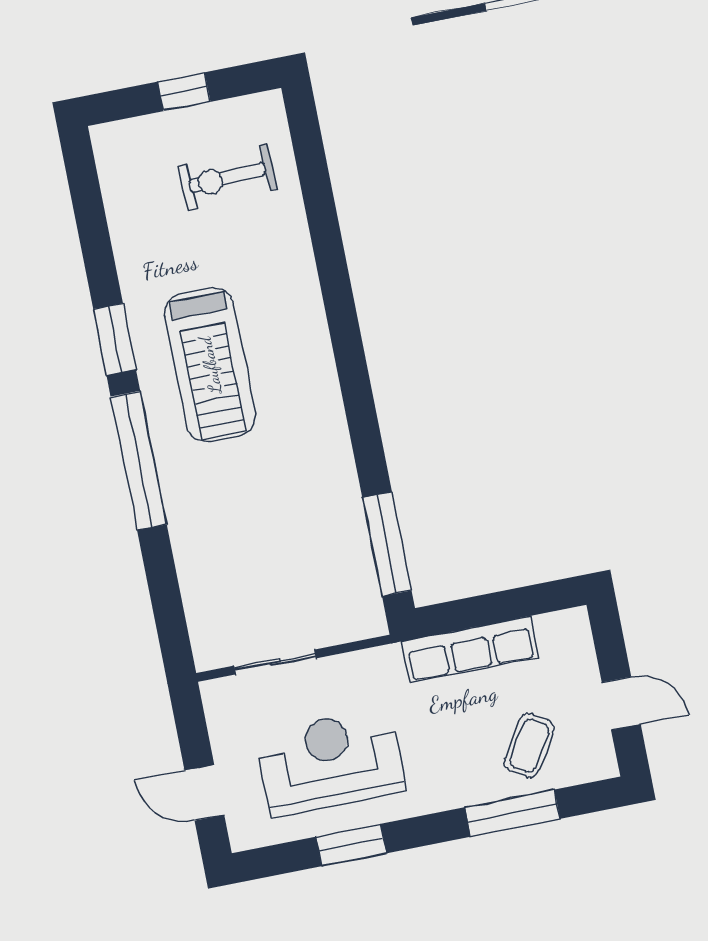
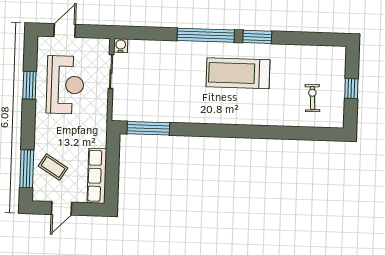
exercise bike: (227, 177) -> (312, 98), width x0.73, depth x0.72
row of seats: (470, 650) -> (97, 176), moved
water cooler: (209, 654) -> (121, 46), added
window: (512, 813) -> (27, 169), moved

